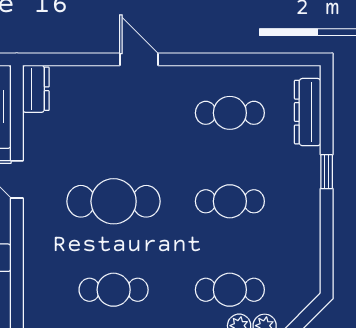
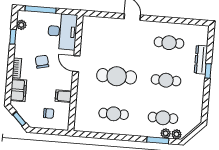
dresser: (36, 89) -> (87, 26), removed
dresser: (308, 112) -> (201, 60), moved

